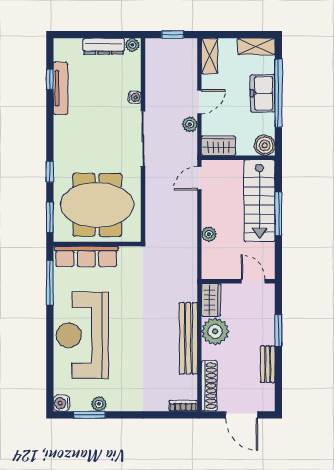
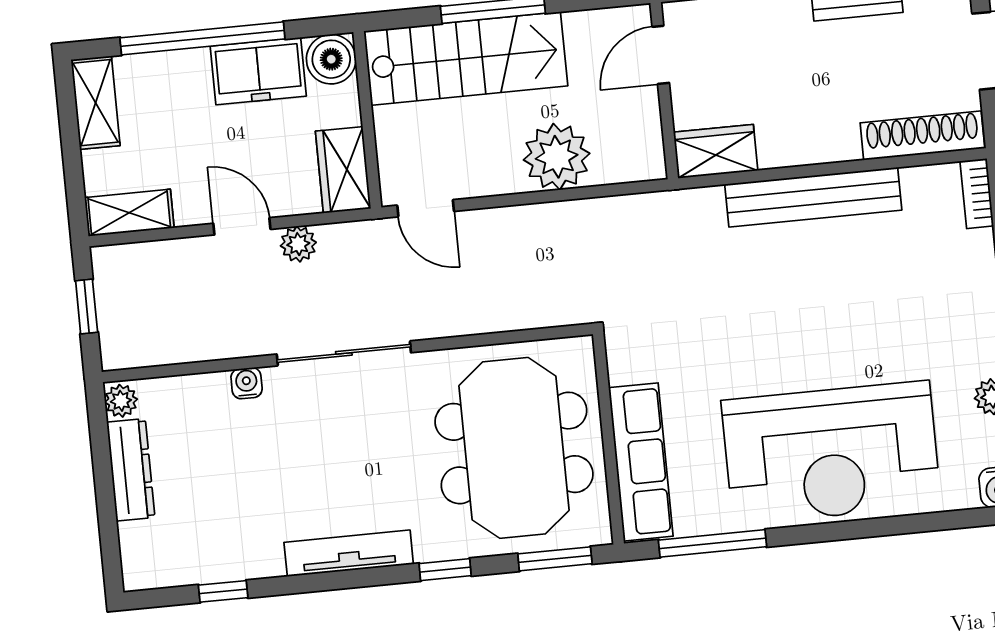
tv unit: (60, 88) -> (349, 553), moved
freezer: (263, 93) -> (258, 71), moved
plant: (209, 234) -> (557, 157), width x1.87, depth x1.87
plant: (215, 331) -> (791, 134), removed

